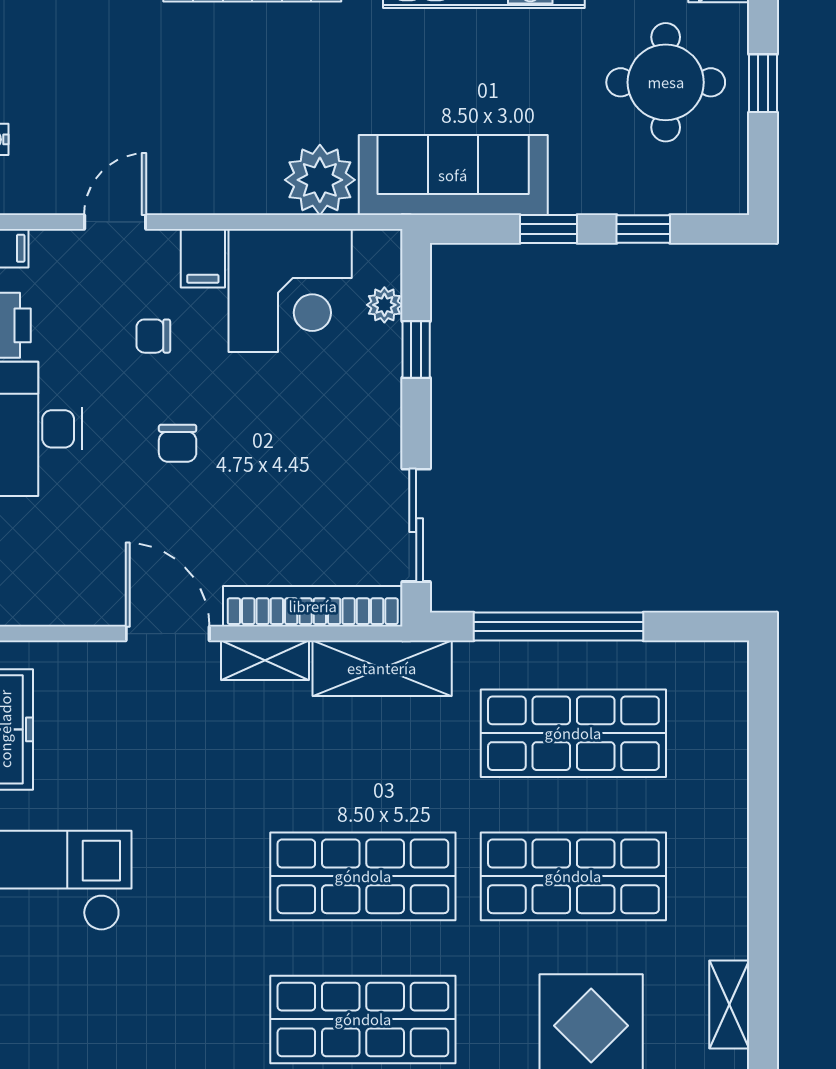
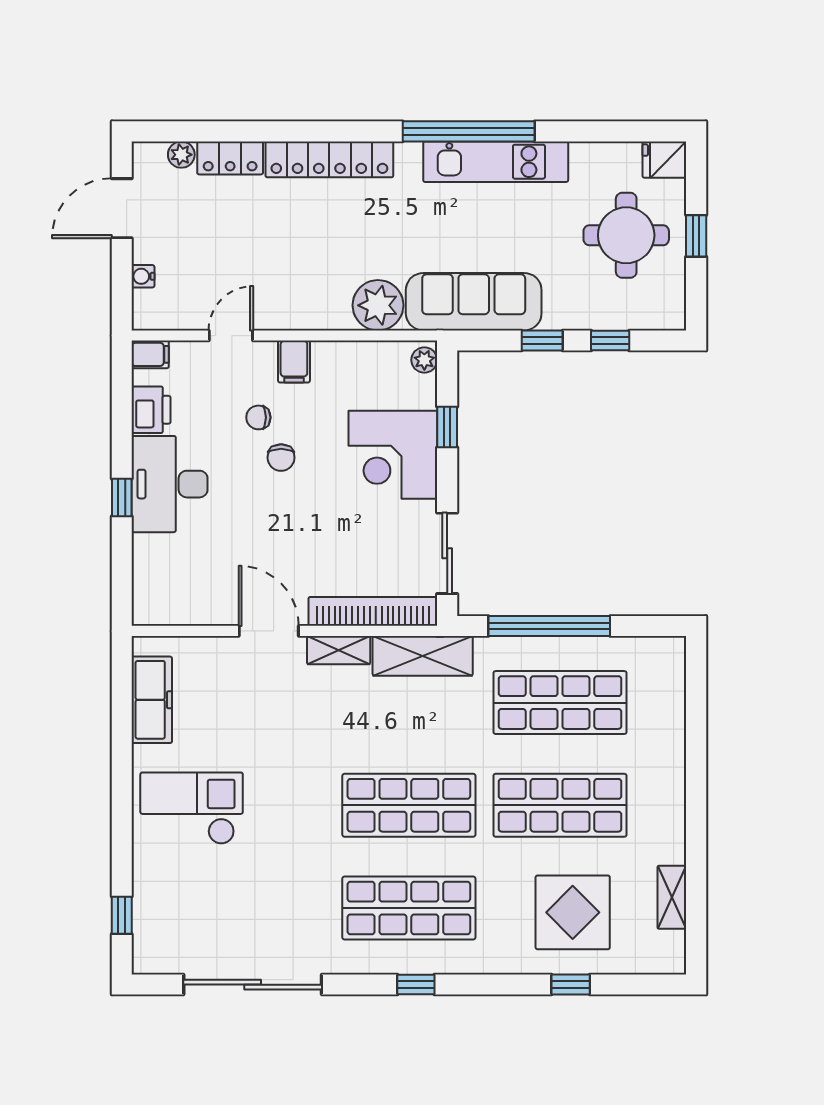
corner desk: (290, 290) -> (393, 455), moved, turned 90
plant: (384, 305) -> (424, 360), moved
chair: (178, 443) -> (281, 458), moved

